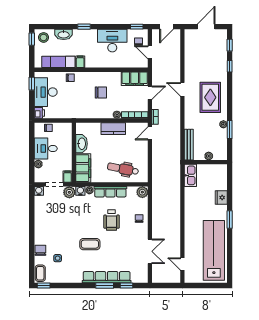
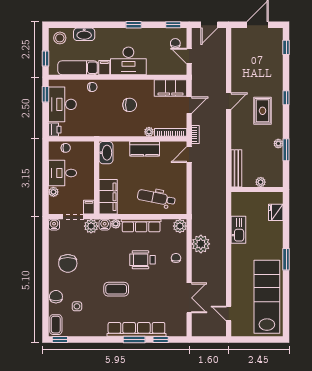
window: (84, 27) -> (134, 25), moved
window: (32, 39) -> (45, 59), moved
desk: (112, 41) -> (128, 61), moved, turned 180
window: (230, 66) -> (286, 98), moved
door: (182, 89) -> (229, 101), swing flipped
rug: (210, 97) -> (263, 111), width x0.73, depth x0.70
washbasin: (82, 144) -> (106, 153), moved
kitchen sink: (190, 175) -> (238, 230), moved
fridge: (221, 198) -> (276, 212), moved
plant: (159, 207) -> (201, 244), added
wheelchair: (112, 220) -> (142, 260), turned 90
chair: (50, 223) -> (68, 263), added

